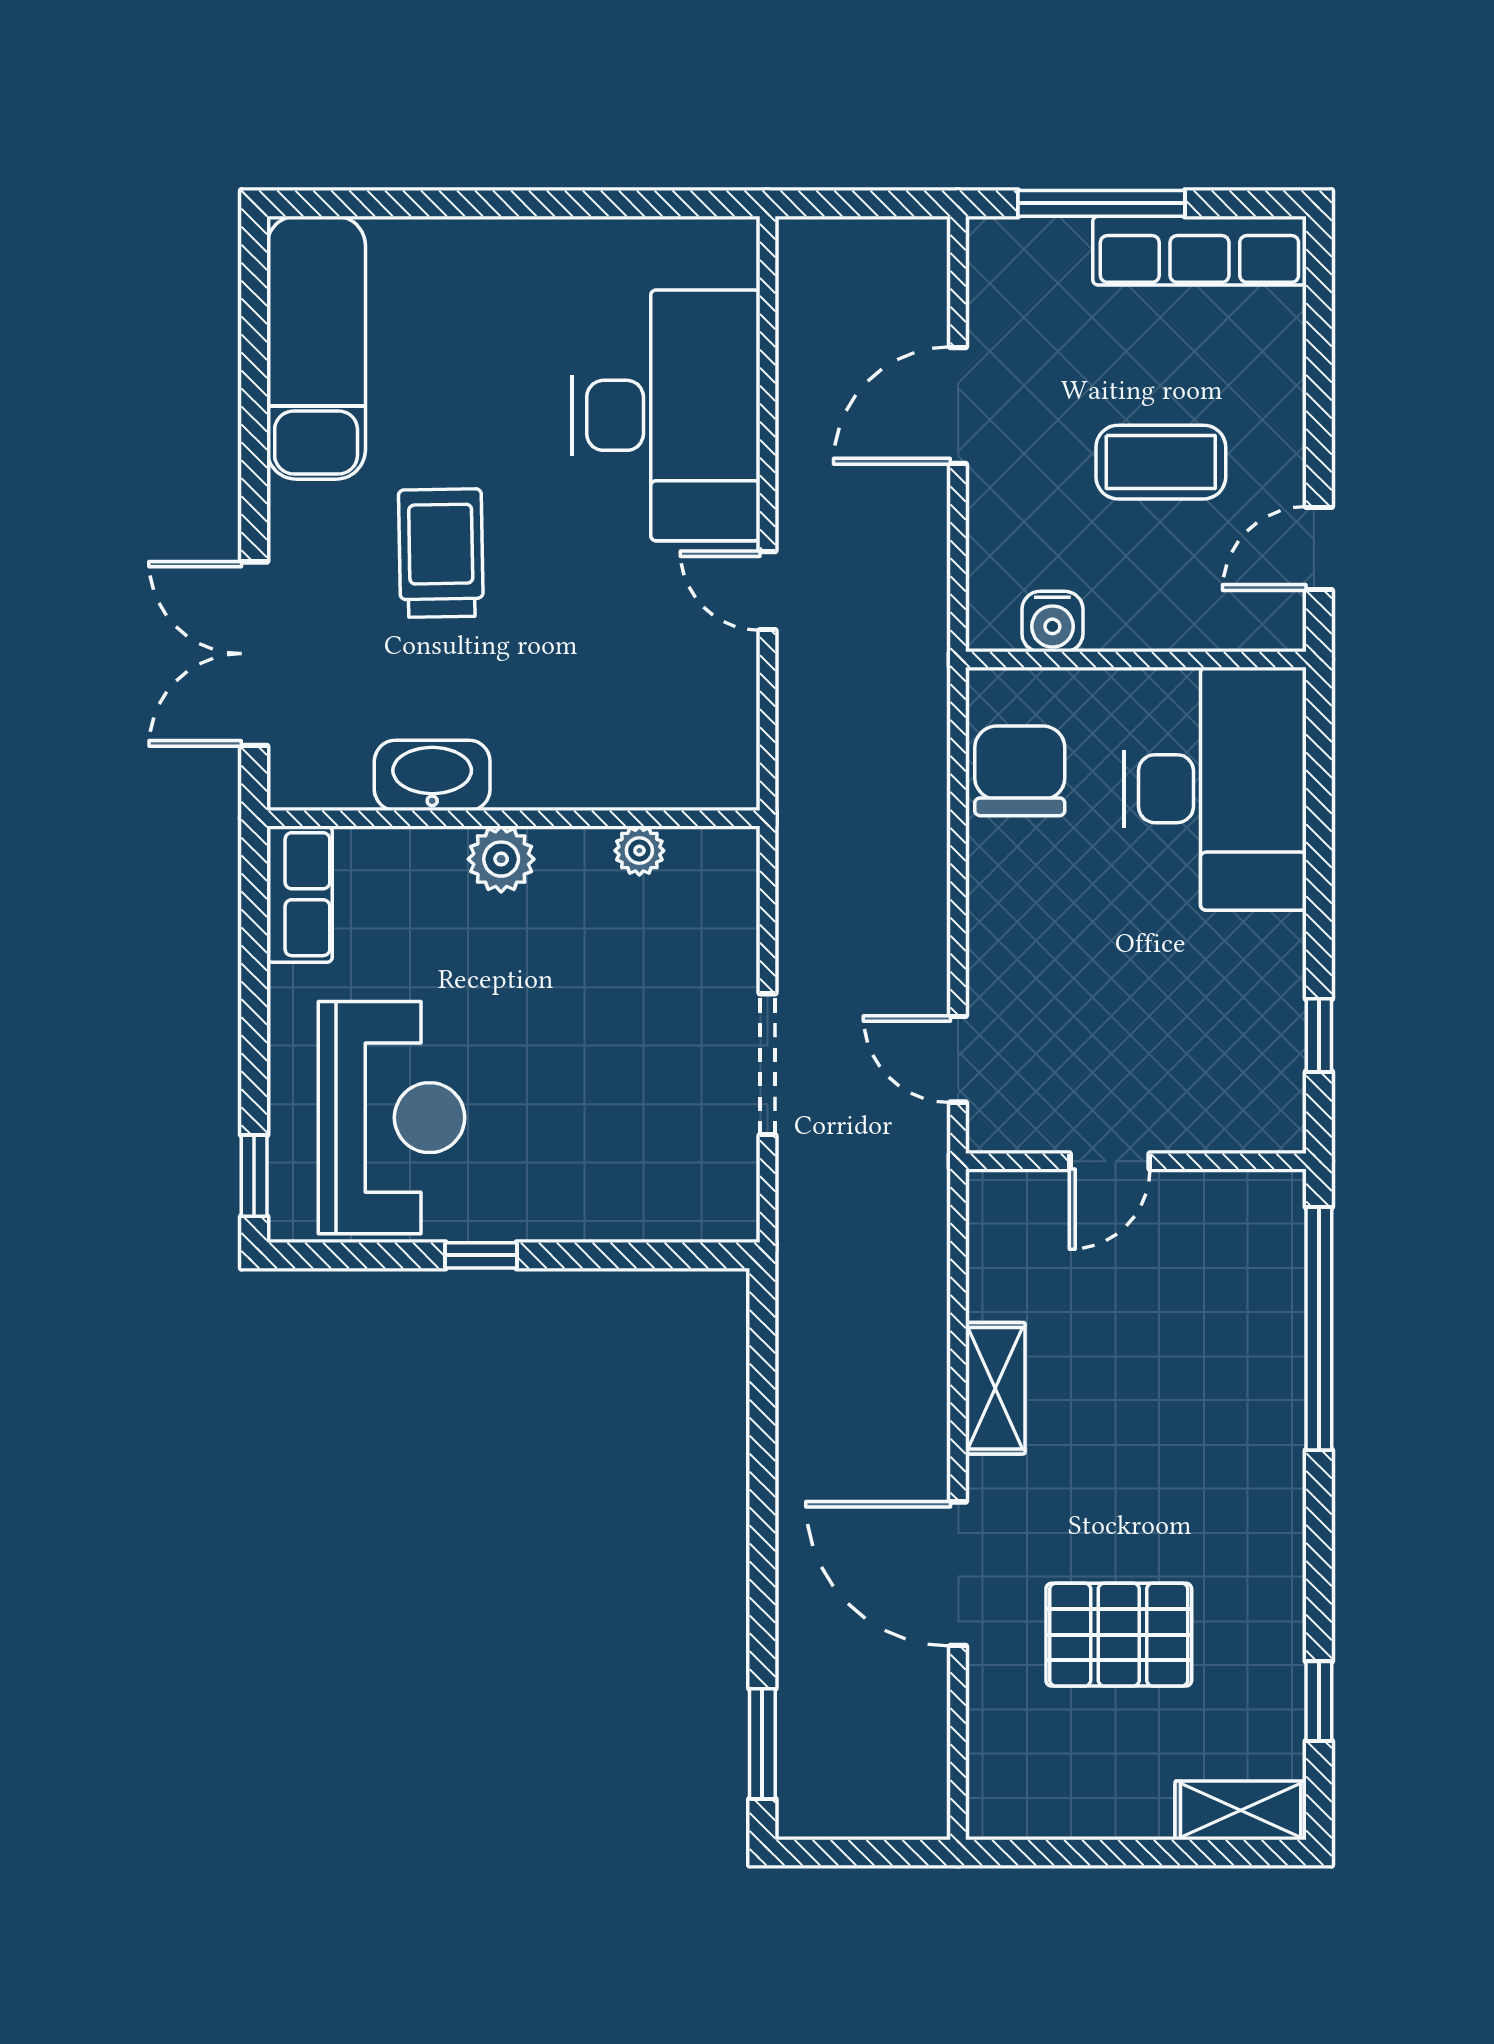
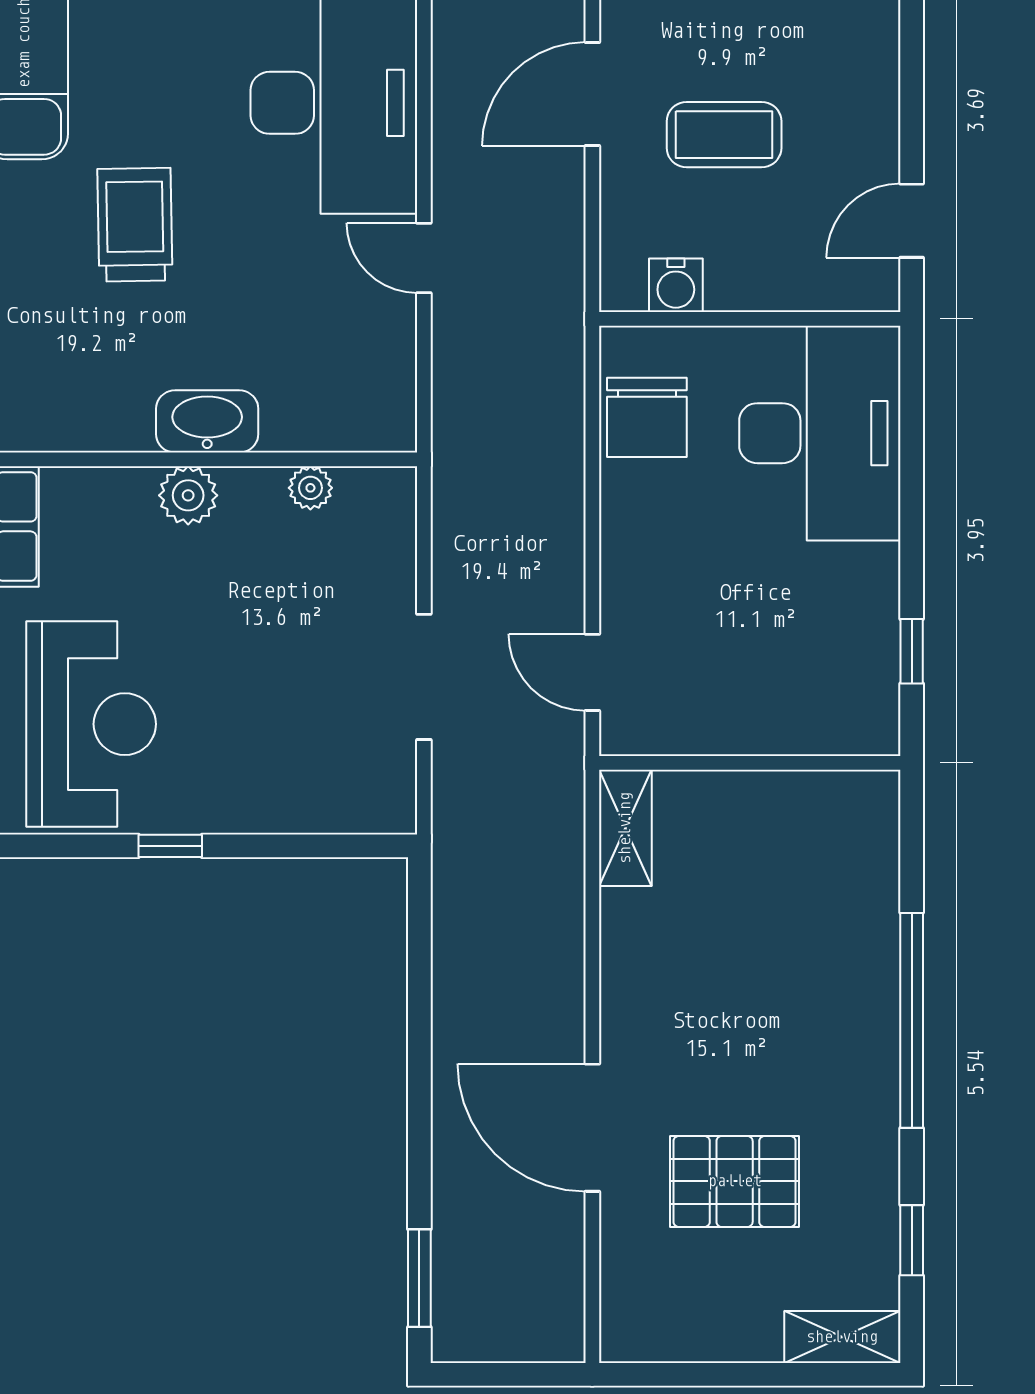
coffee table: (1161, 462) -> (724, 135), moved
chair: (1020, 771) -> (647, 417), turned 180
washbasin: (432, 775) -> (207, 421), moved
door: (1110, 1161) -> (727, 763), removed
window: (1319, 1329) -> (912, 1020), moved
shelving: (995, 1388) -> (625, 828), moved

